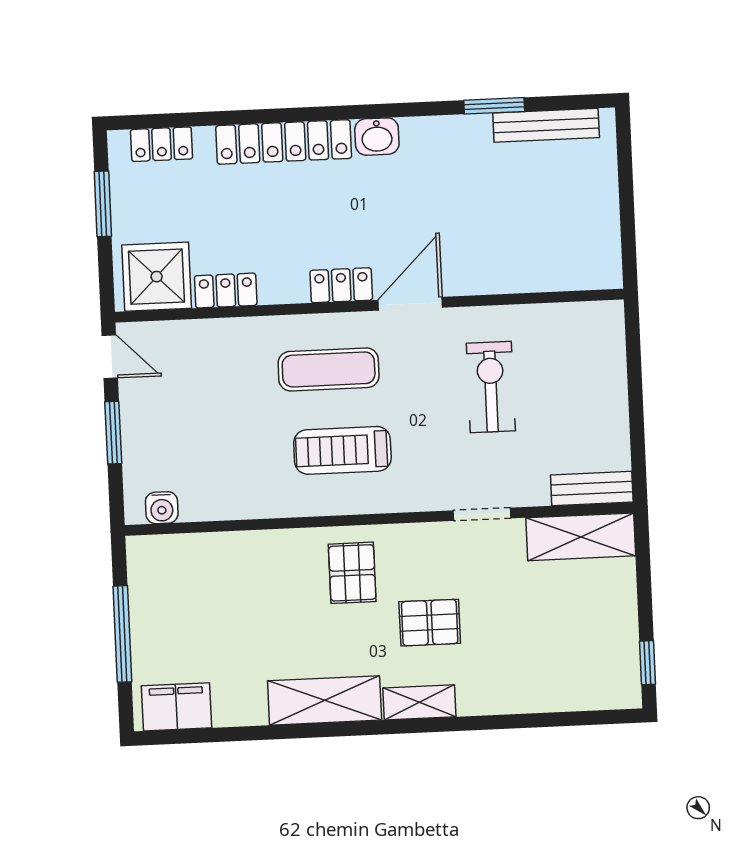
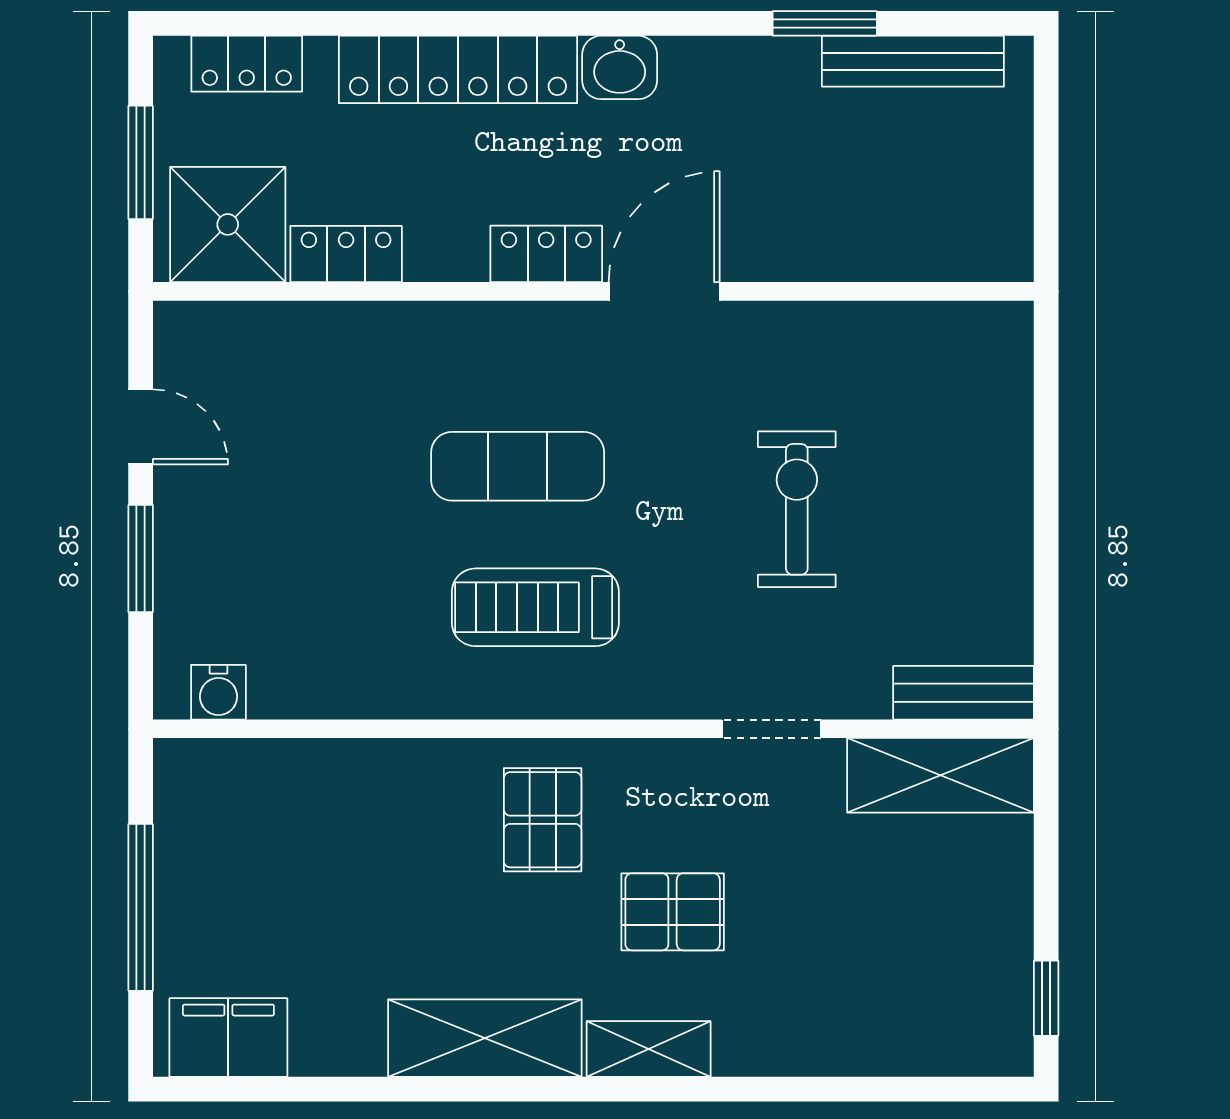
shower: (157, 277) -> (228, 224), moved
locker: (341, 285) -> (546, 254), moved
locker: (226, 291) -> (346, 254), moved
door: (410, 304) -> (664, 291), moved
wall: (369, 306) -> (593, 291), moved

